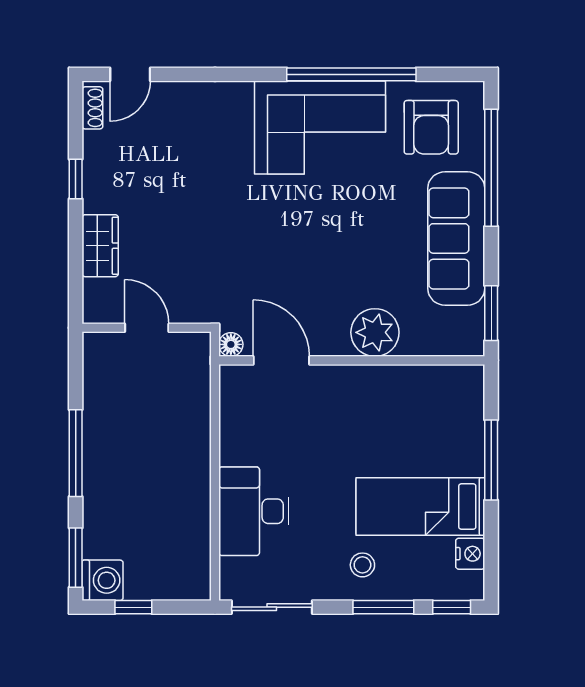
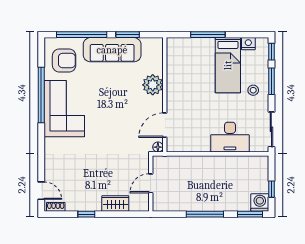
window: (491, 313) -> (128, 35), moved

